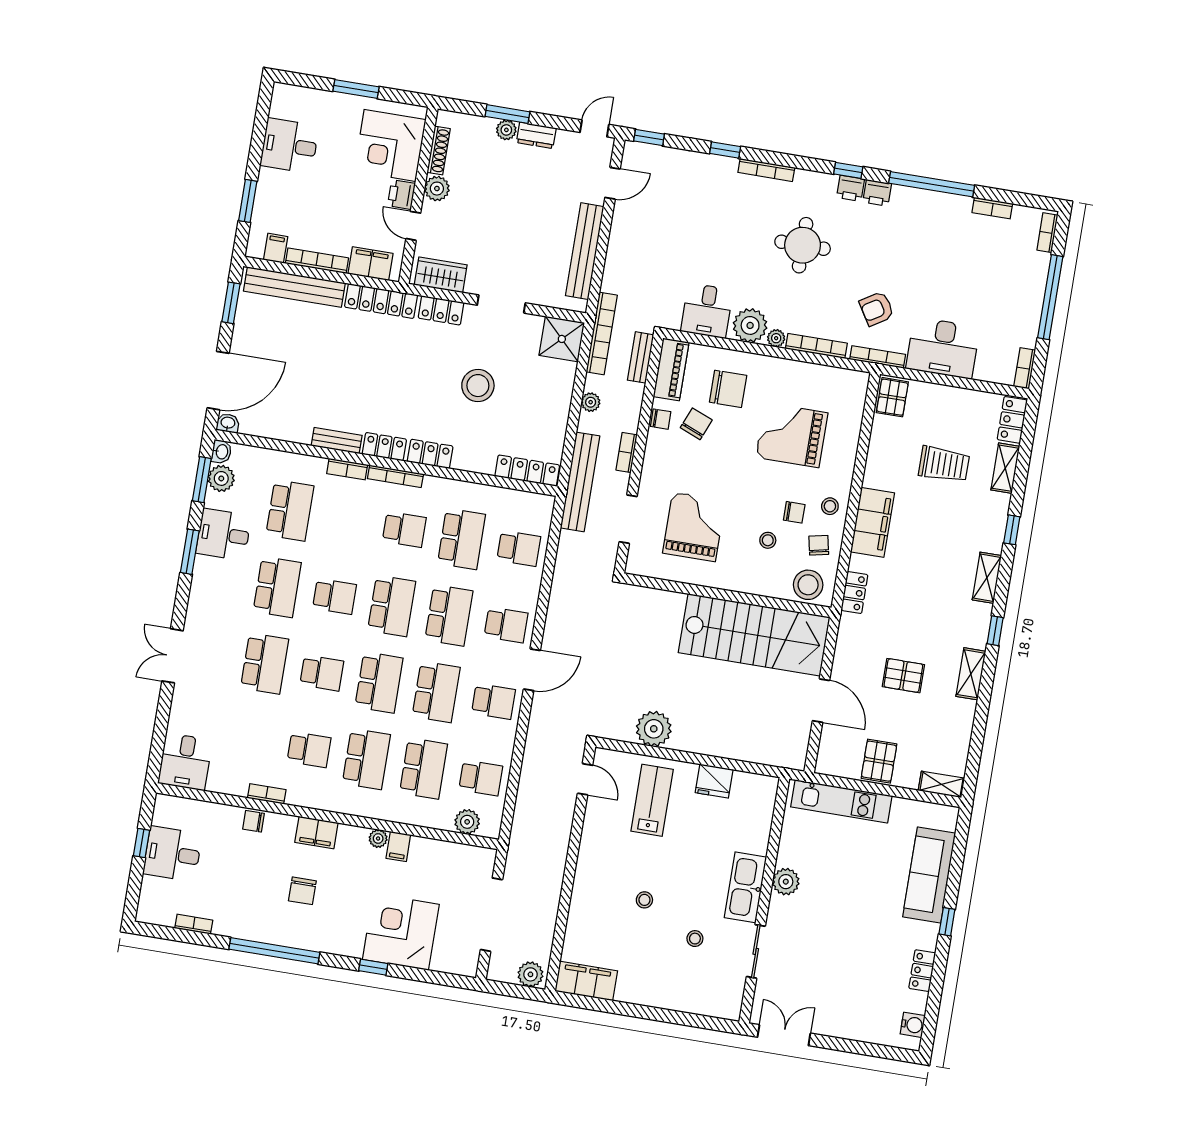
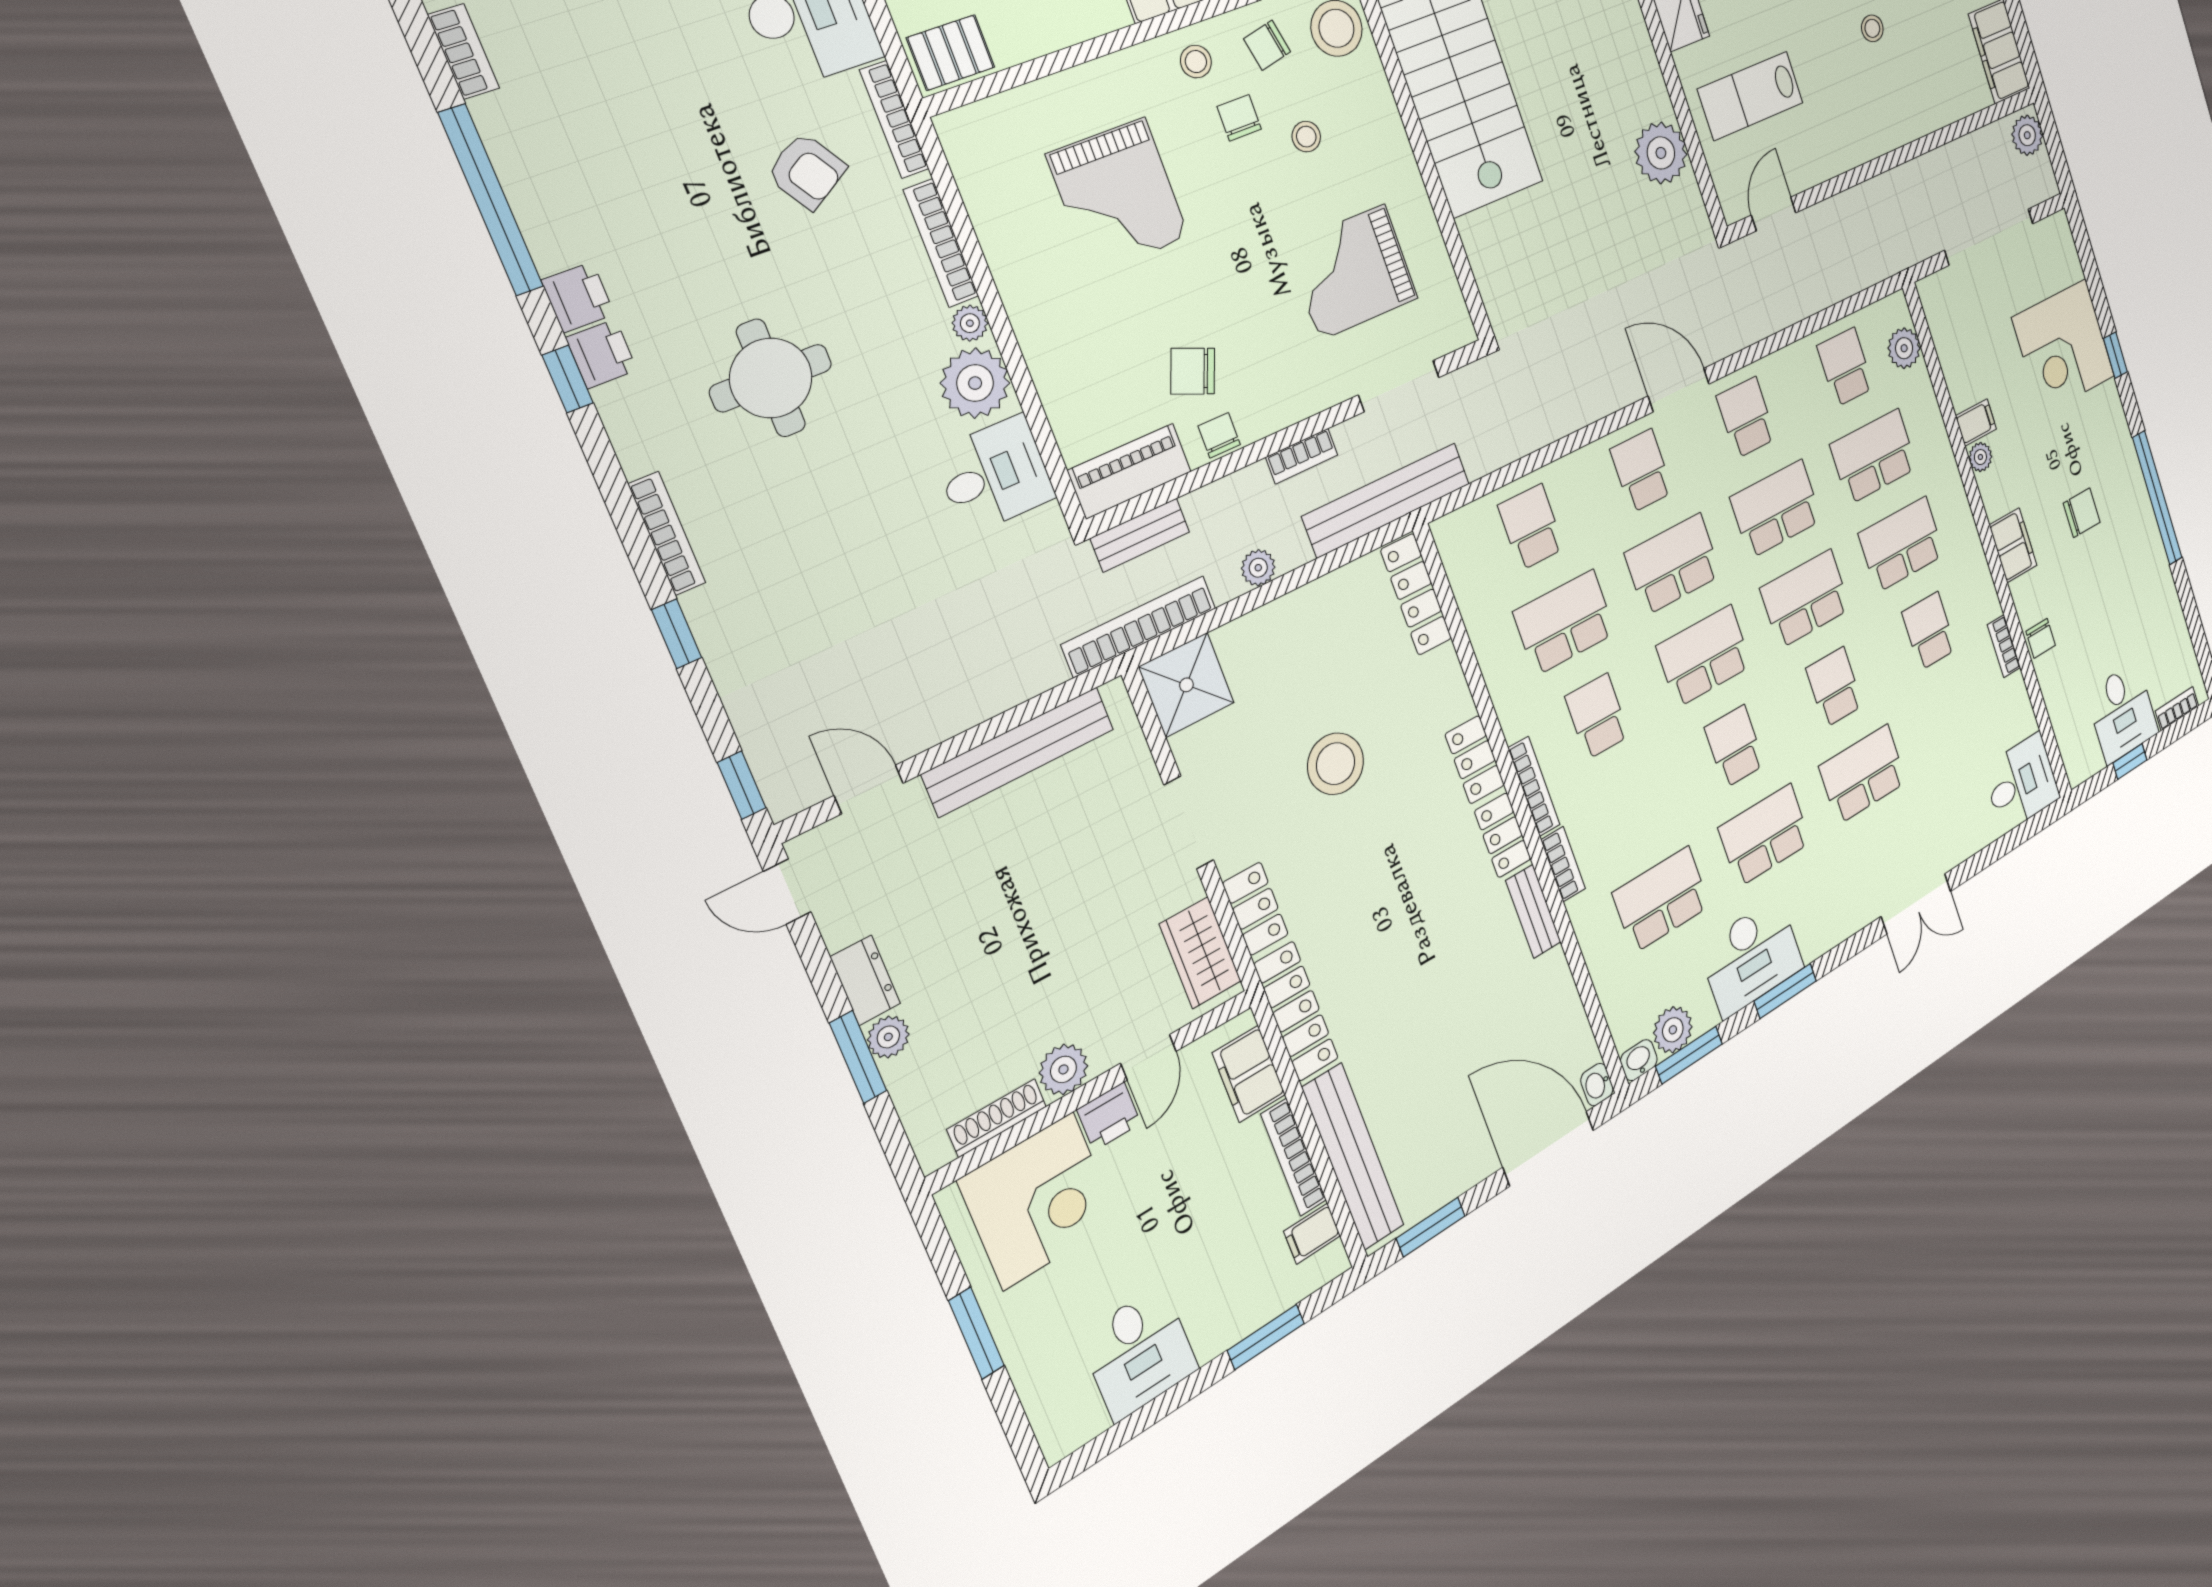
chair: (728, 389) -> (1105, 353), removed
desk: (224, 534) -> (1751, 957), width x1.37
bookcase: (194, 924) -> (2177, 709), moved, turned 90

